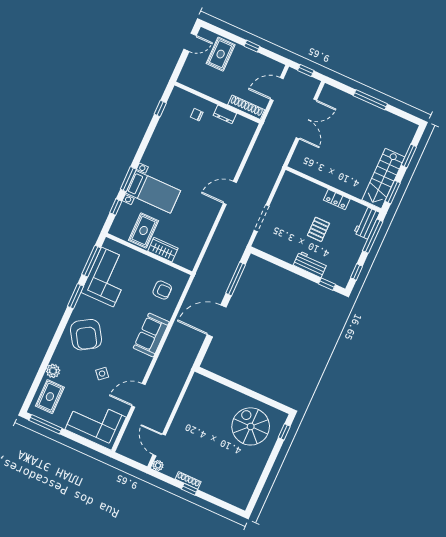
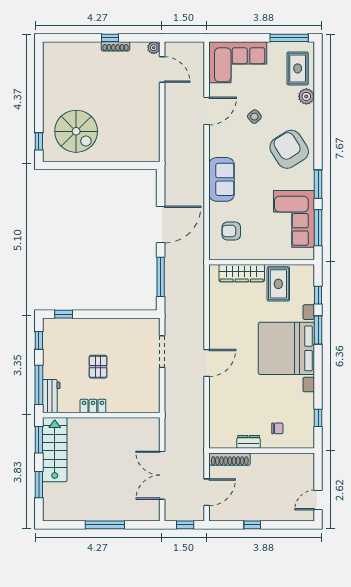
rug: (221, 54) -> (281, 502), removed
bed with nightstands: (153, 192) -> (286, 348), width x1.85
wardrobe: (163, 250) -> (242, 273), width x1.50
workbench: (310, 264) -> (90, 327), removed

